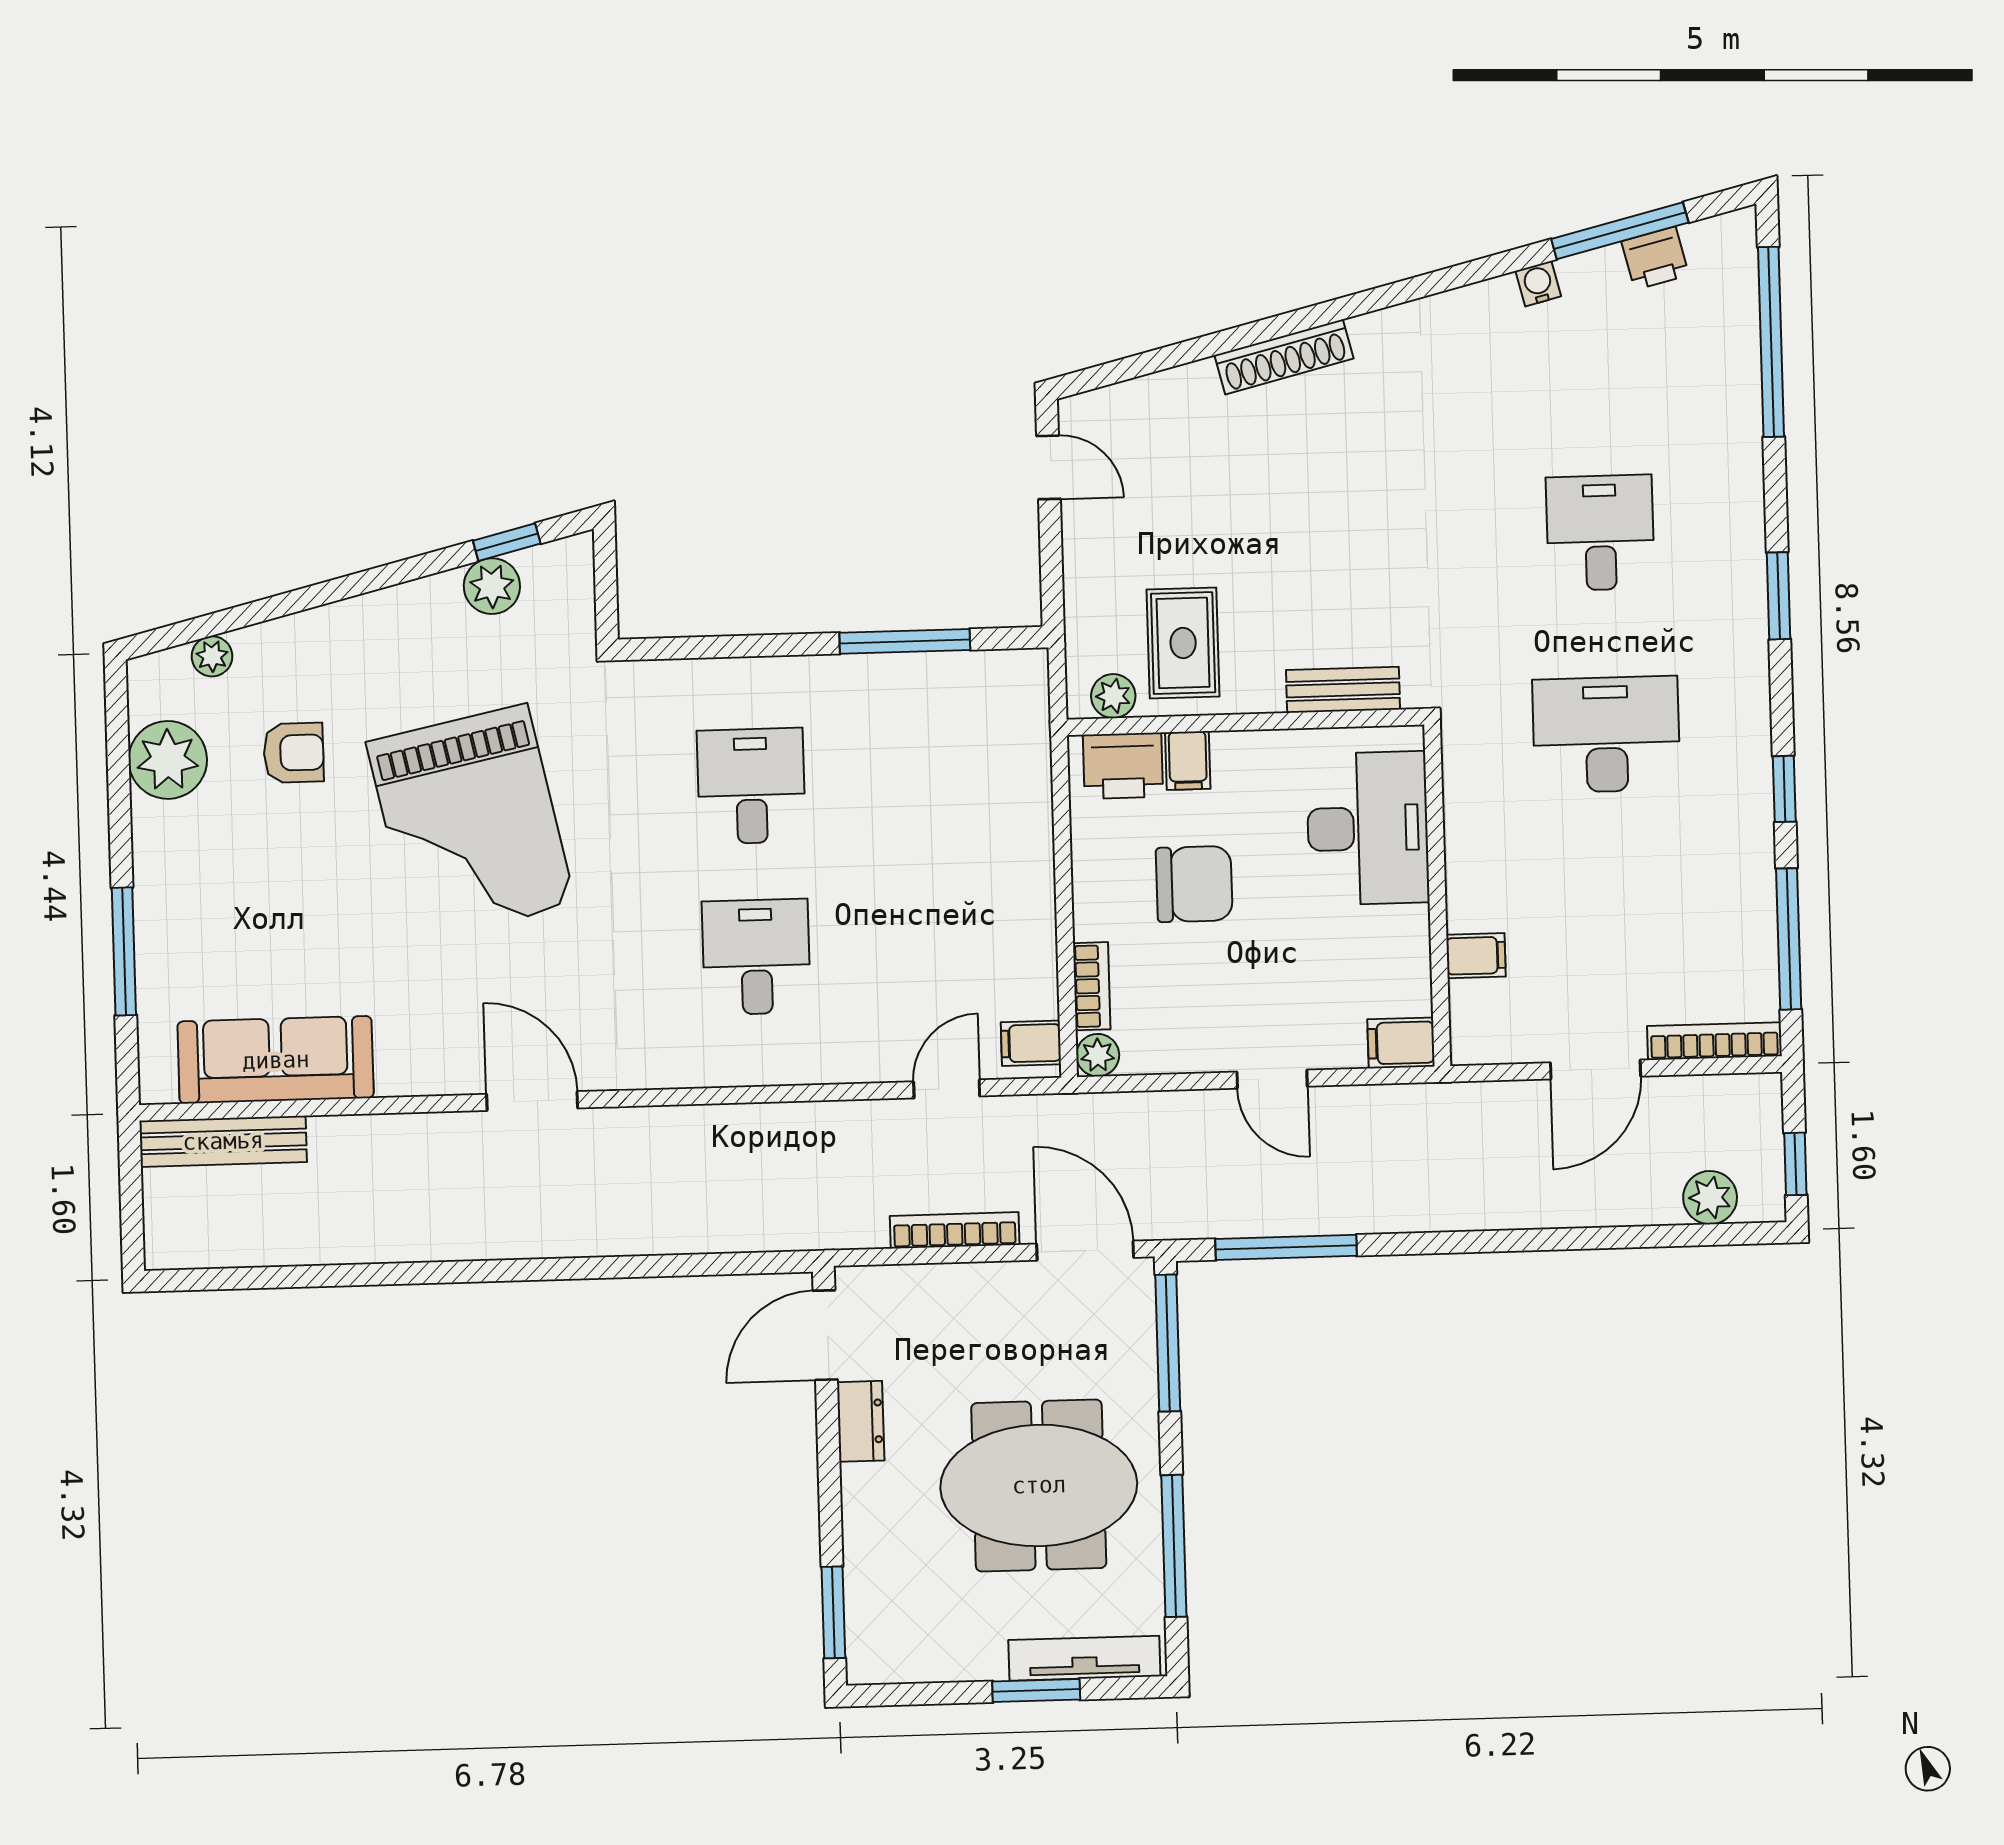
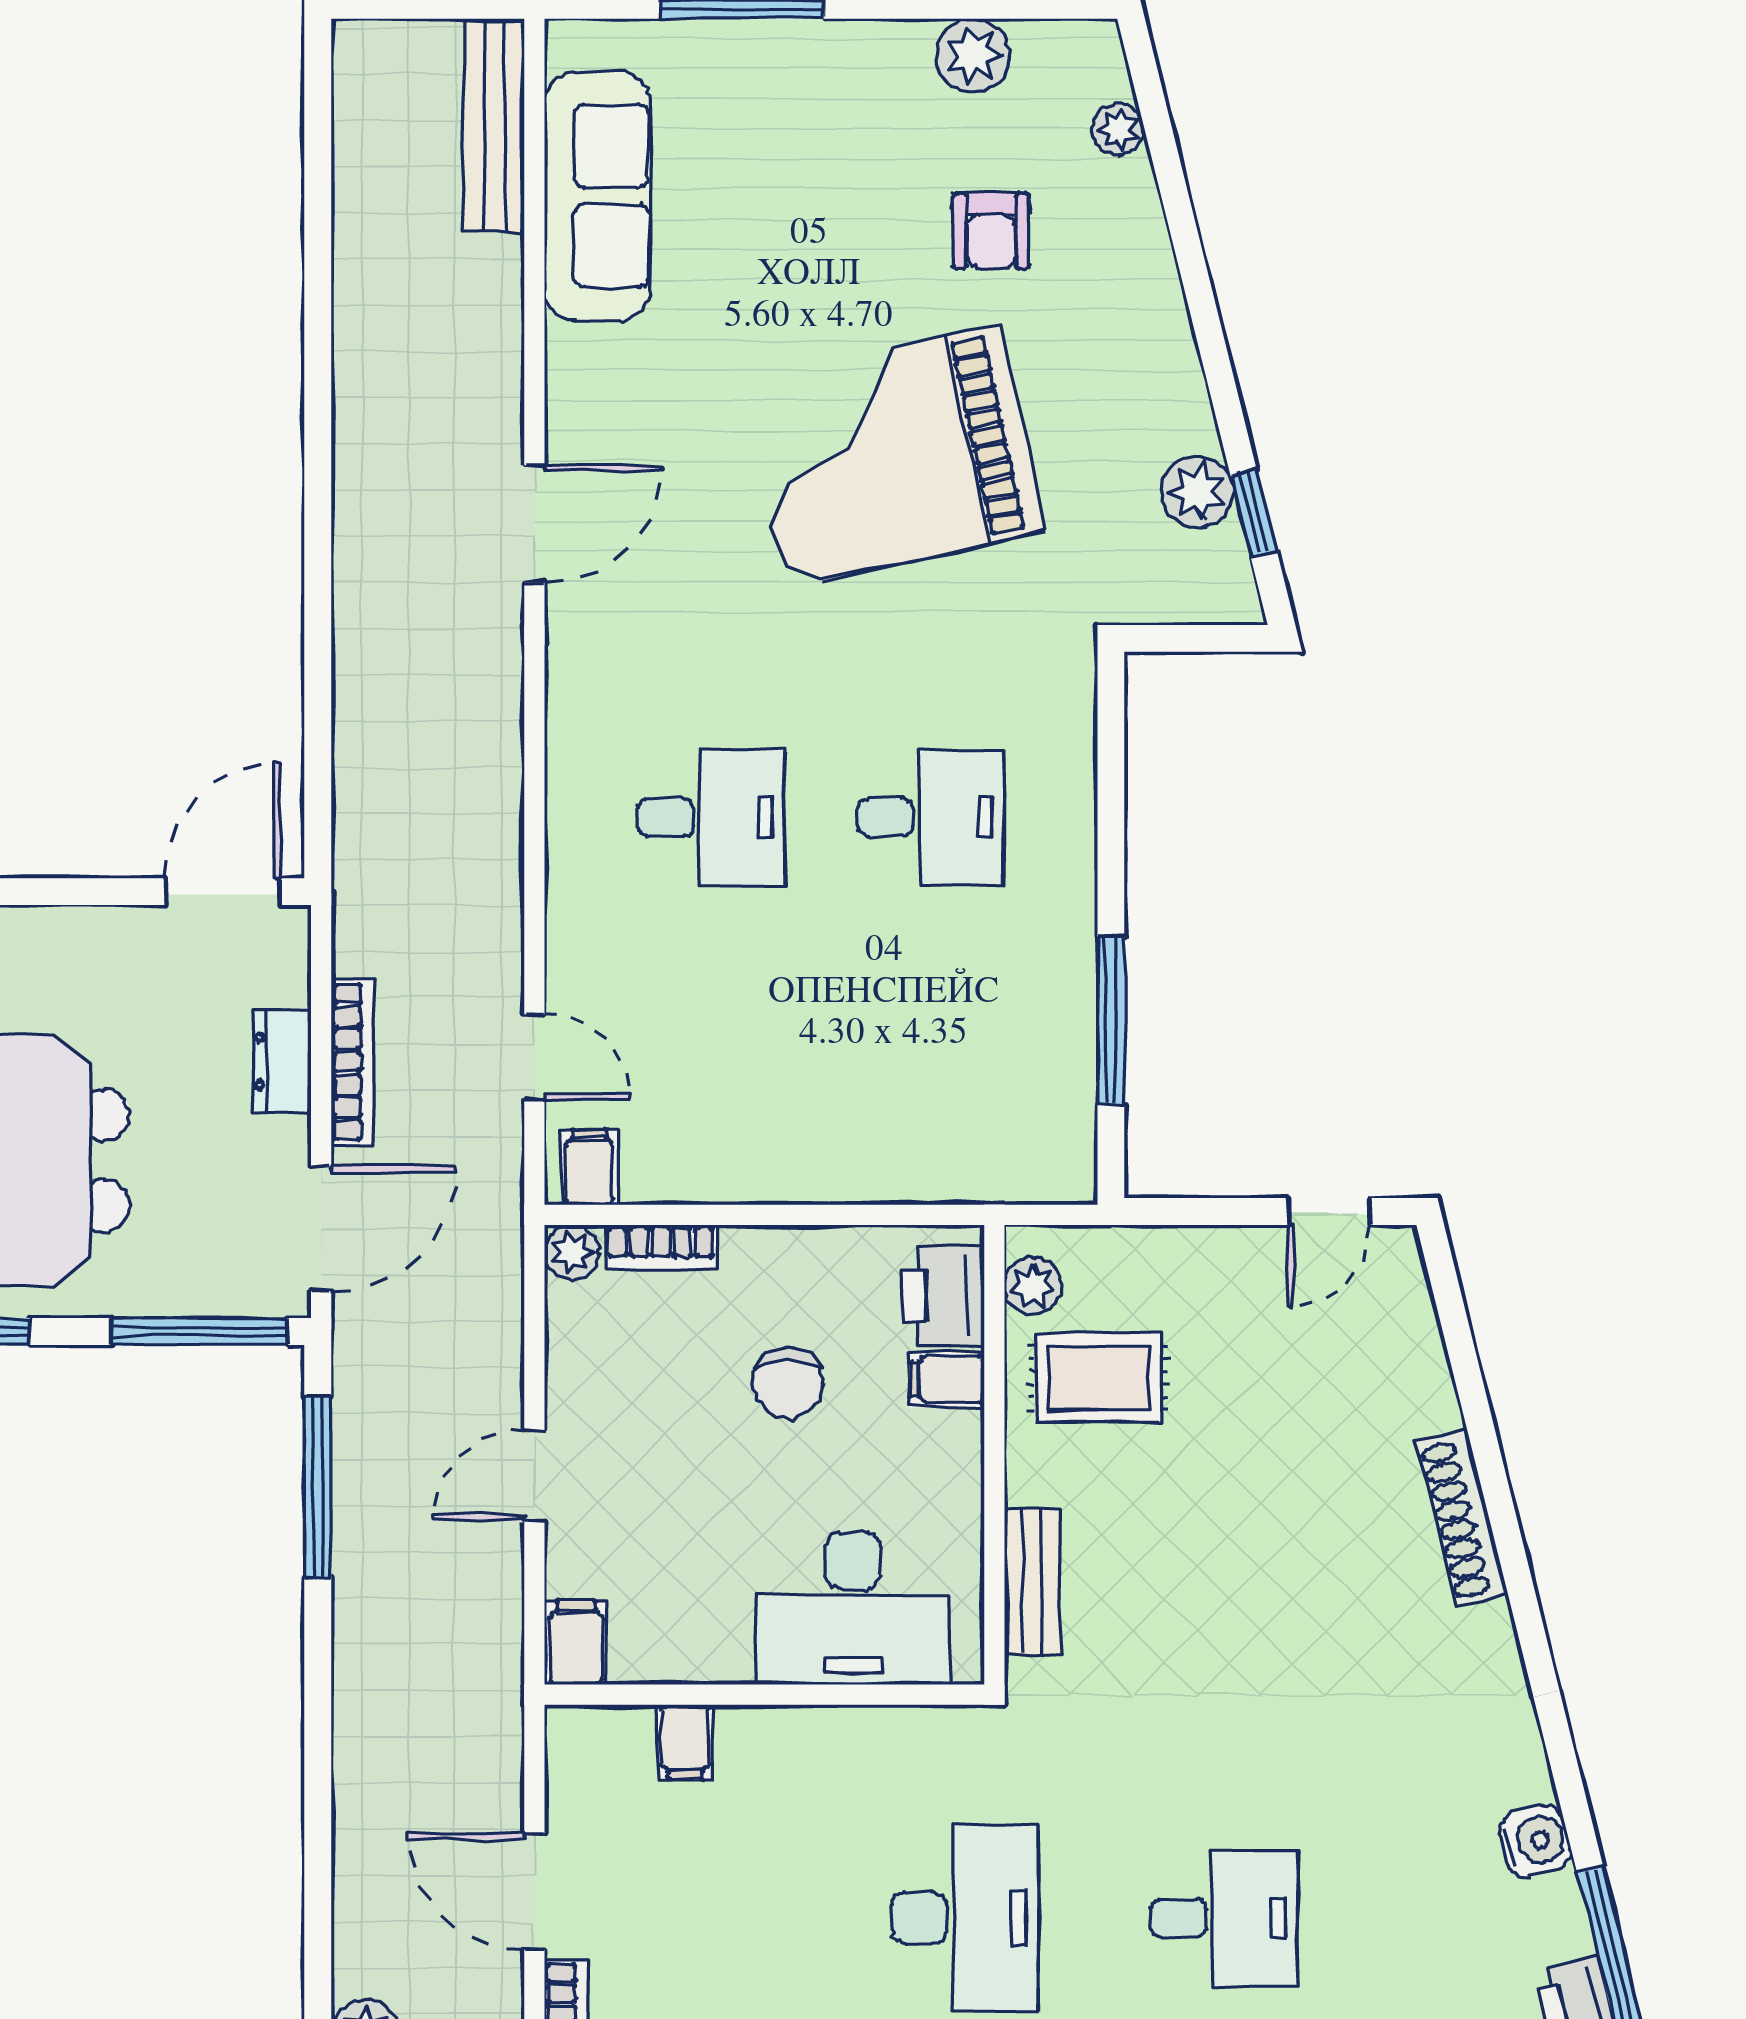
water cooler: (1538, 284) -> (1535, 1841), width x1.38, depth x1.38
plant: (168, 760) -> (973, 55), width x0.73, depth x0.73
chair: (1194, 884) -> (788, 1383), width x0.73, depth x0.73
door: (825, 1335) -> (222, 892), hinge flipped
dresser: (861, 1421) -> (282, 1061), moved, turned 90

